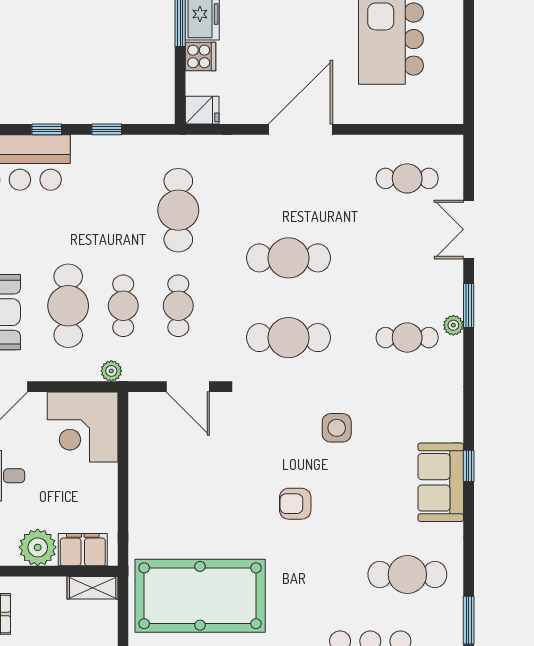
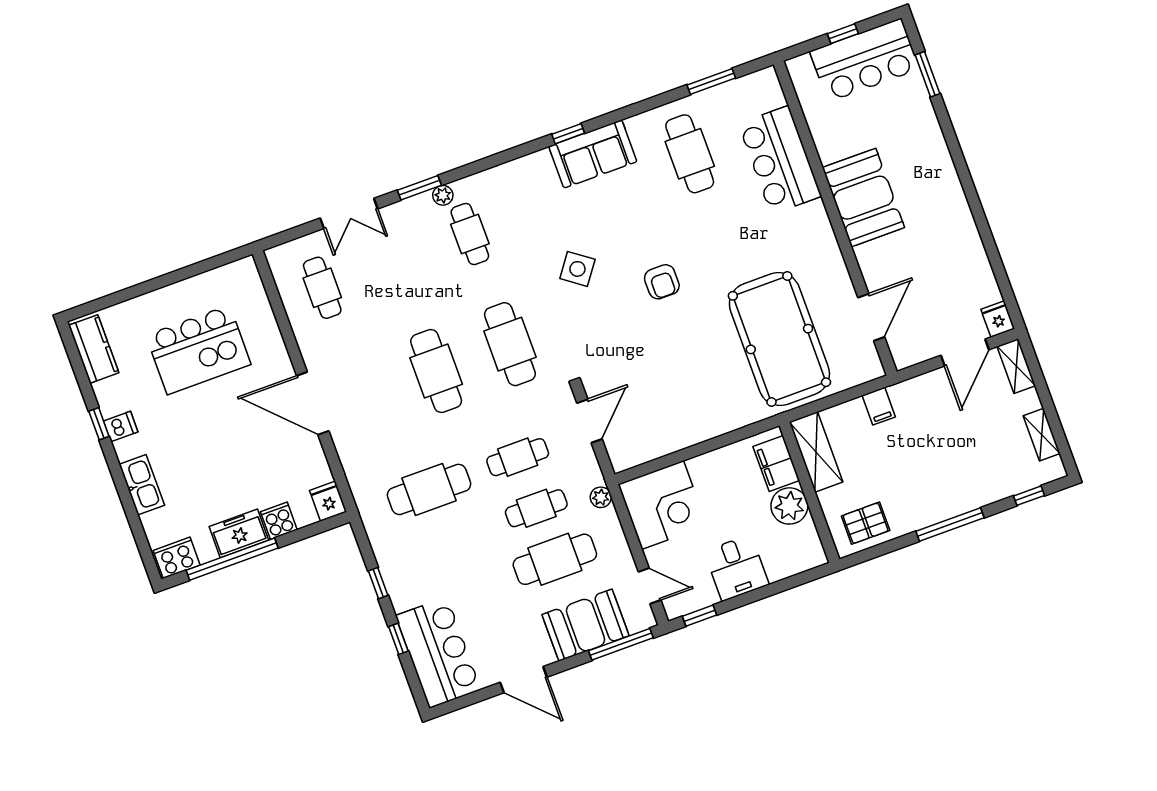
side table: (337, 428) -> (577, 269), turned 36
shelving: (93, 588) -> (816, 452), width x1.50, depth x1.33

